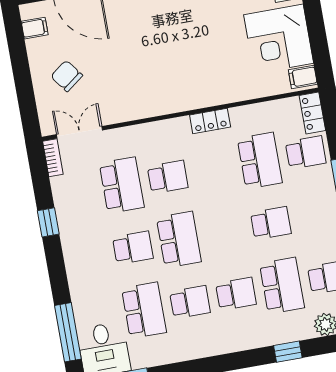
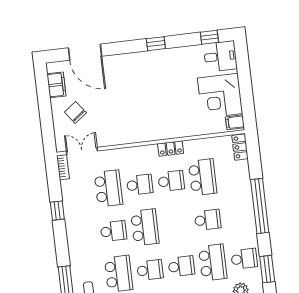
filing cabinet: (35, 28) -> (56, 85), width x2.00
school desk: (306, 152) -> (171, 181), moved

